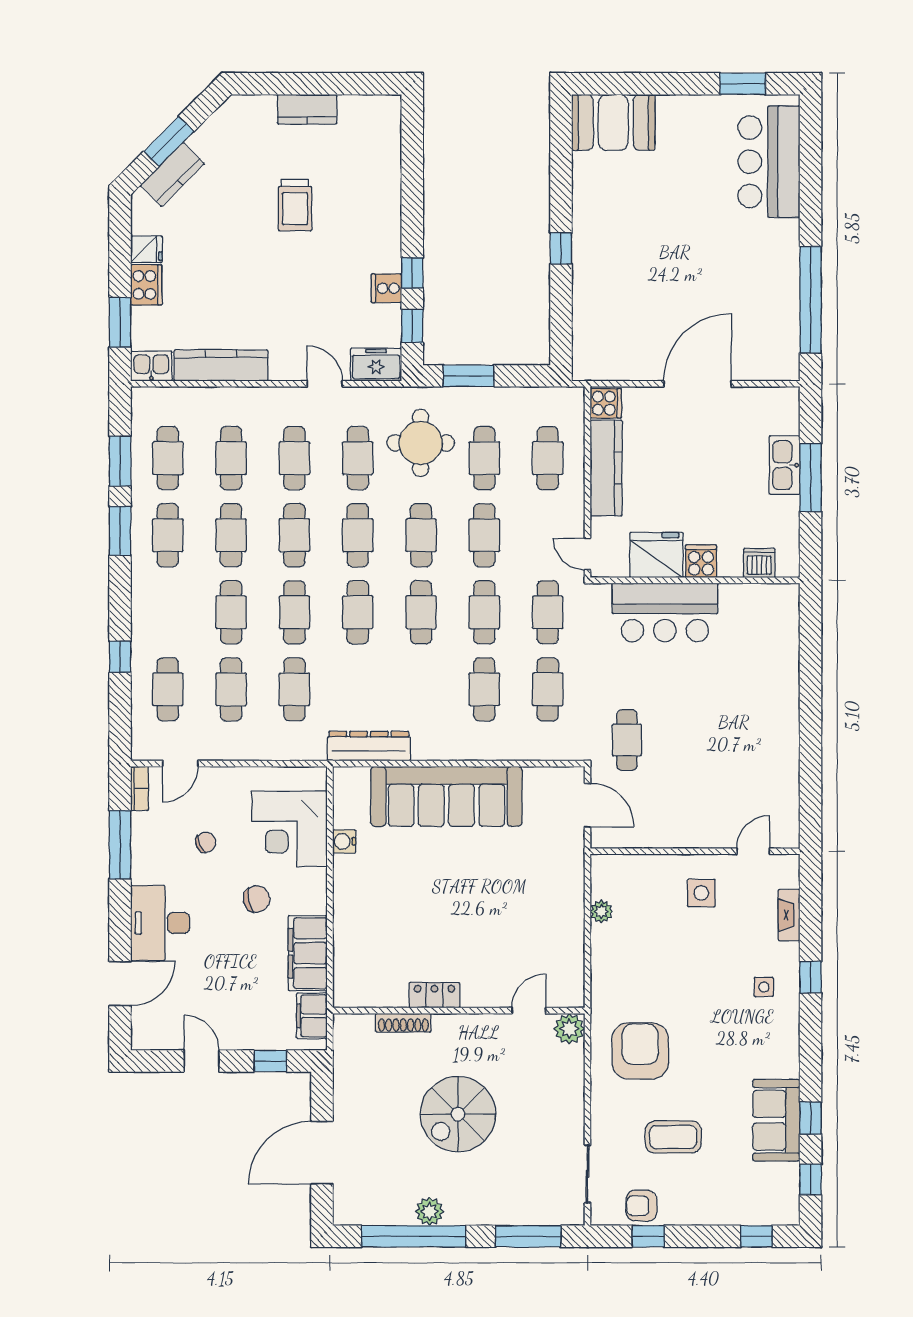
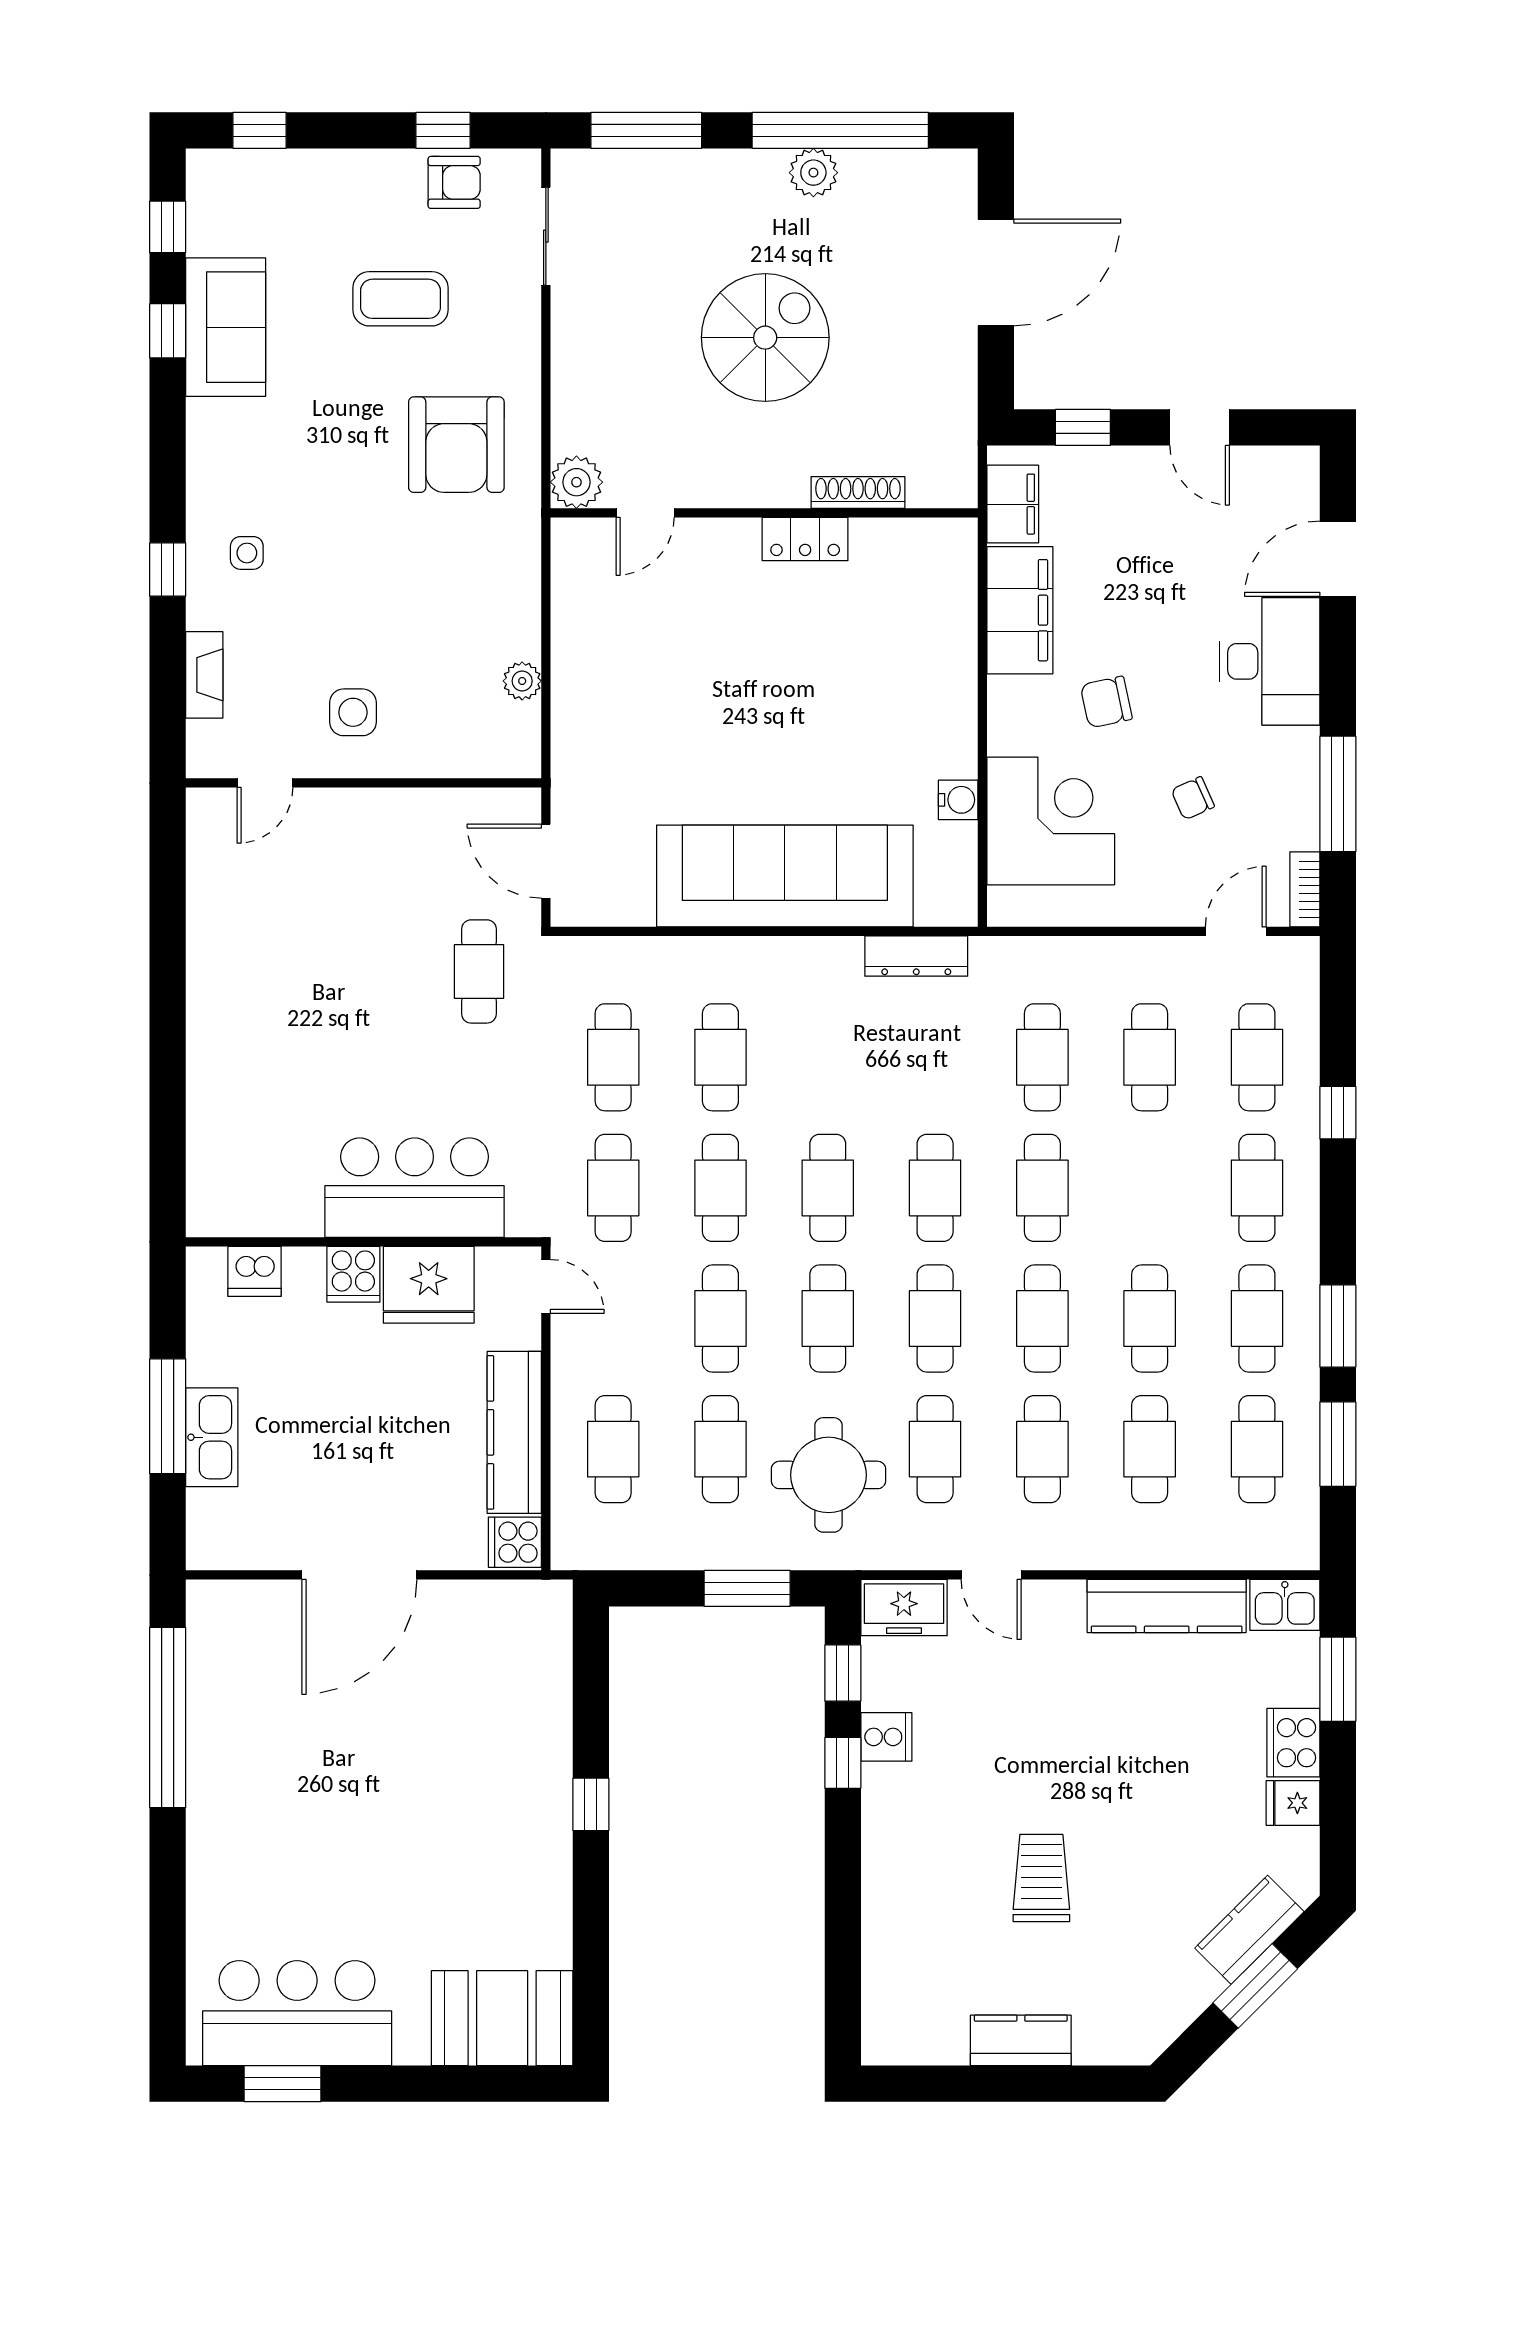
bar counter: (769, 162) -> (297, 2013), moved, turned -90
cafe table: (231, 612) -> (1257, 1188), moved
dresser: (369, 746) -> (916, 956), width x0.73, depth x0.80

